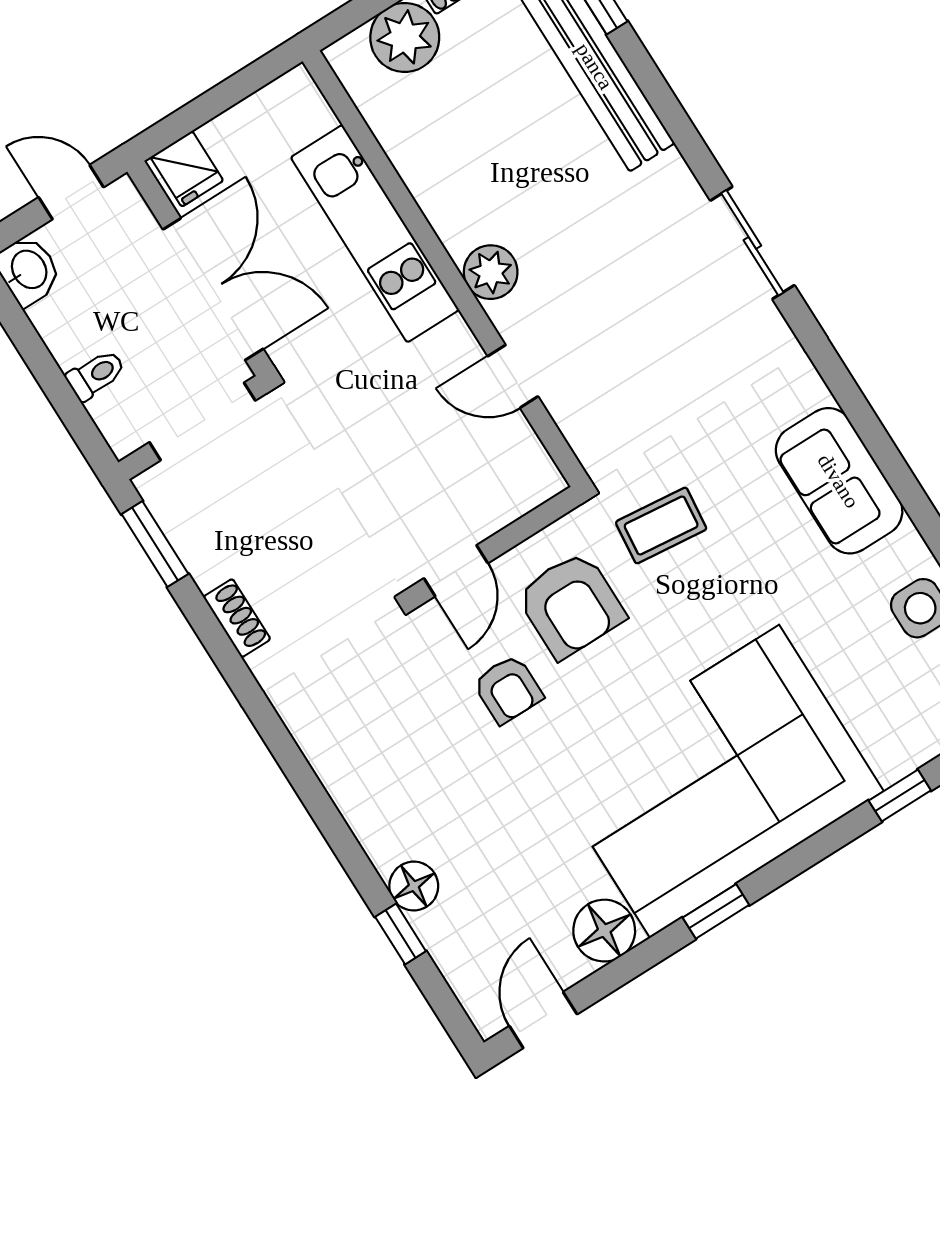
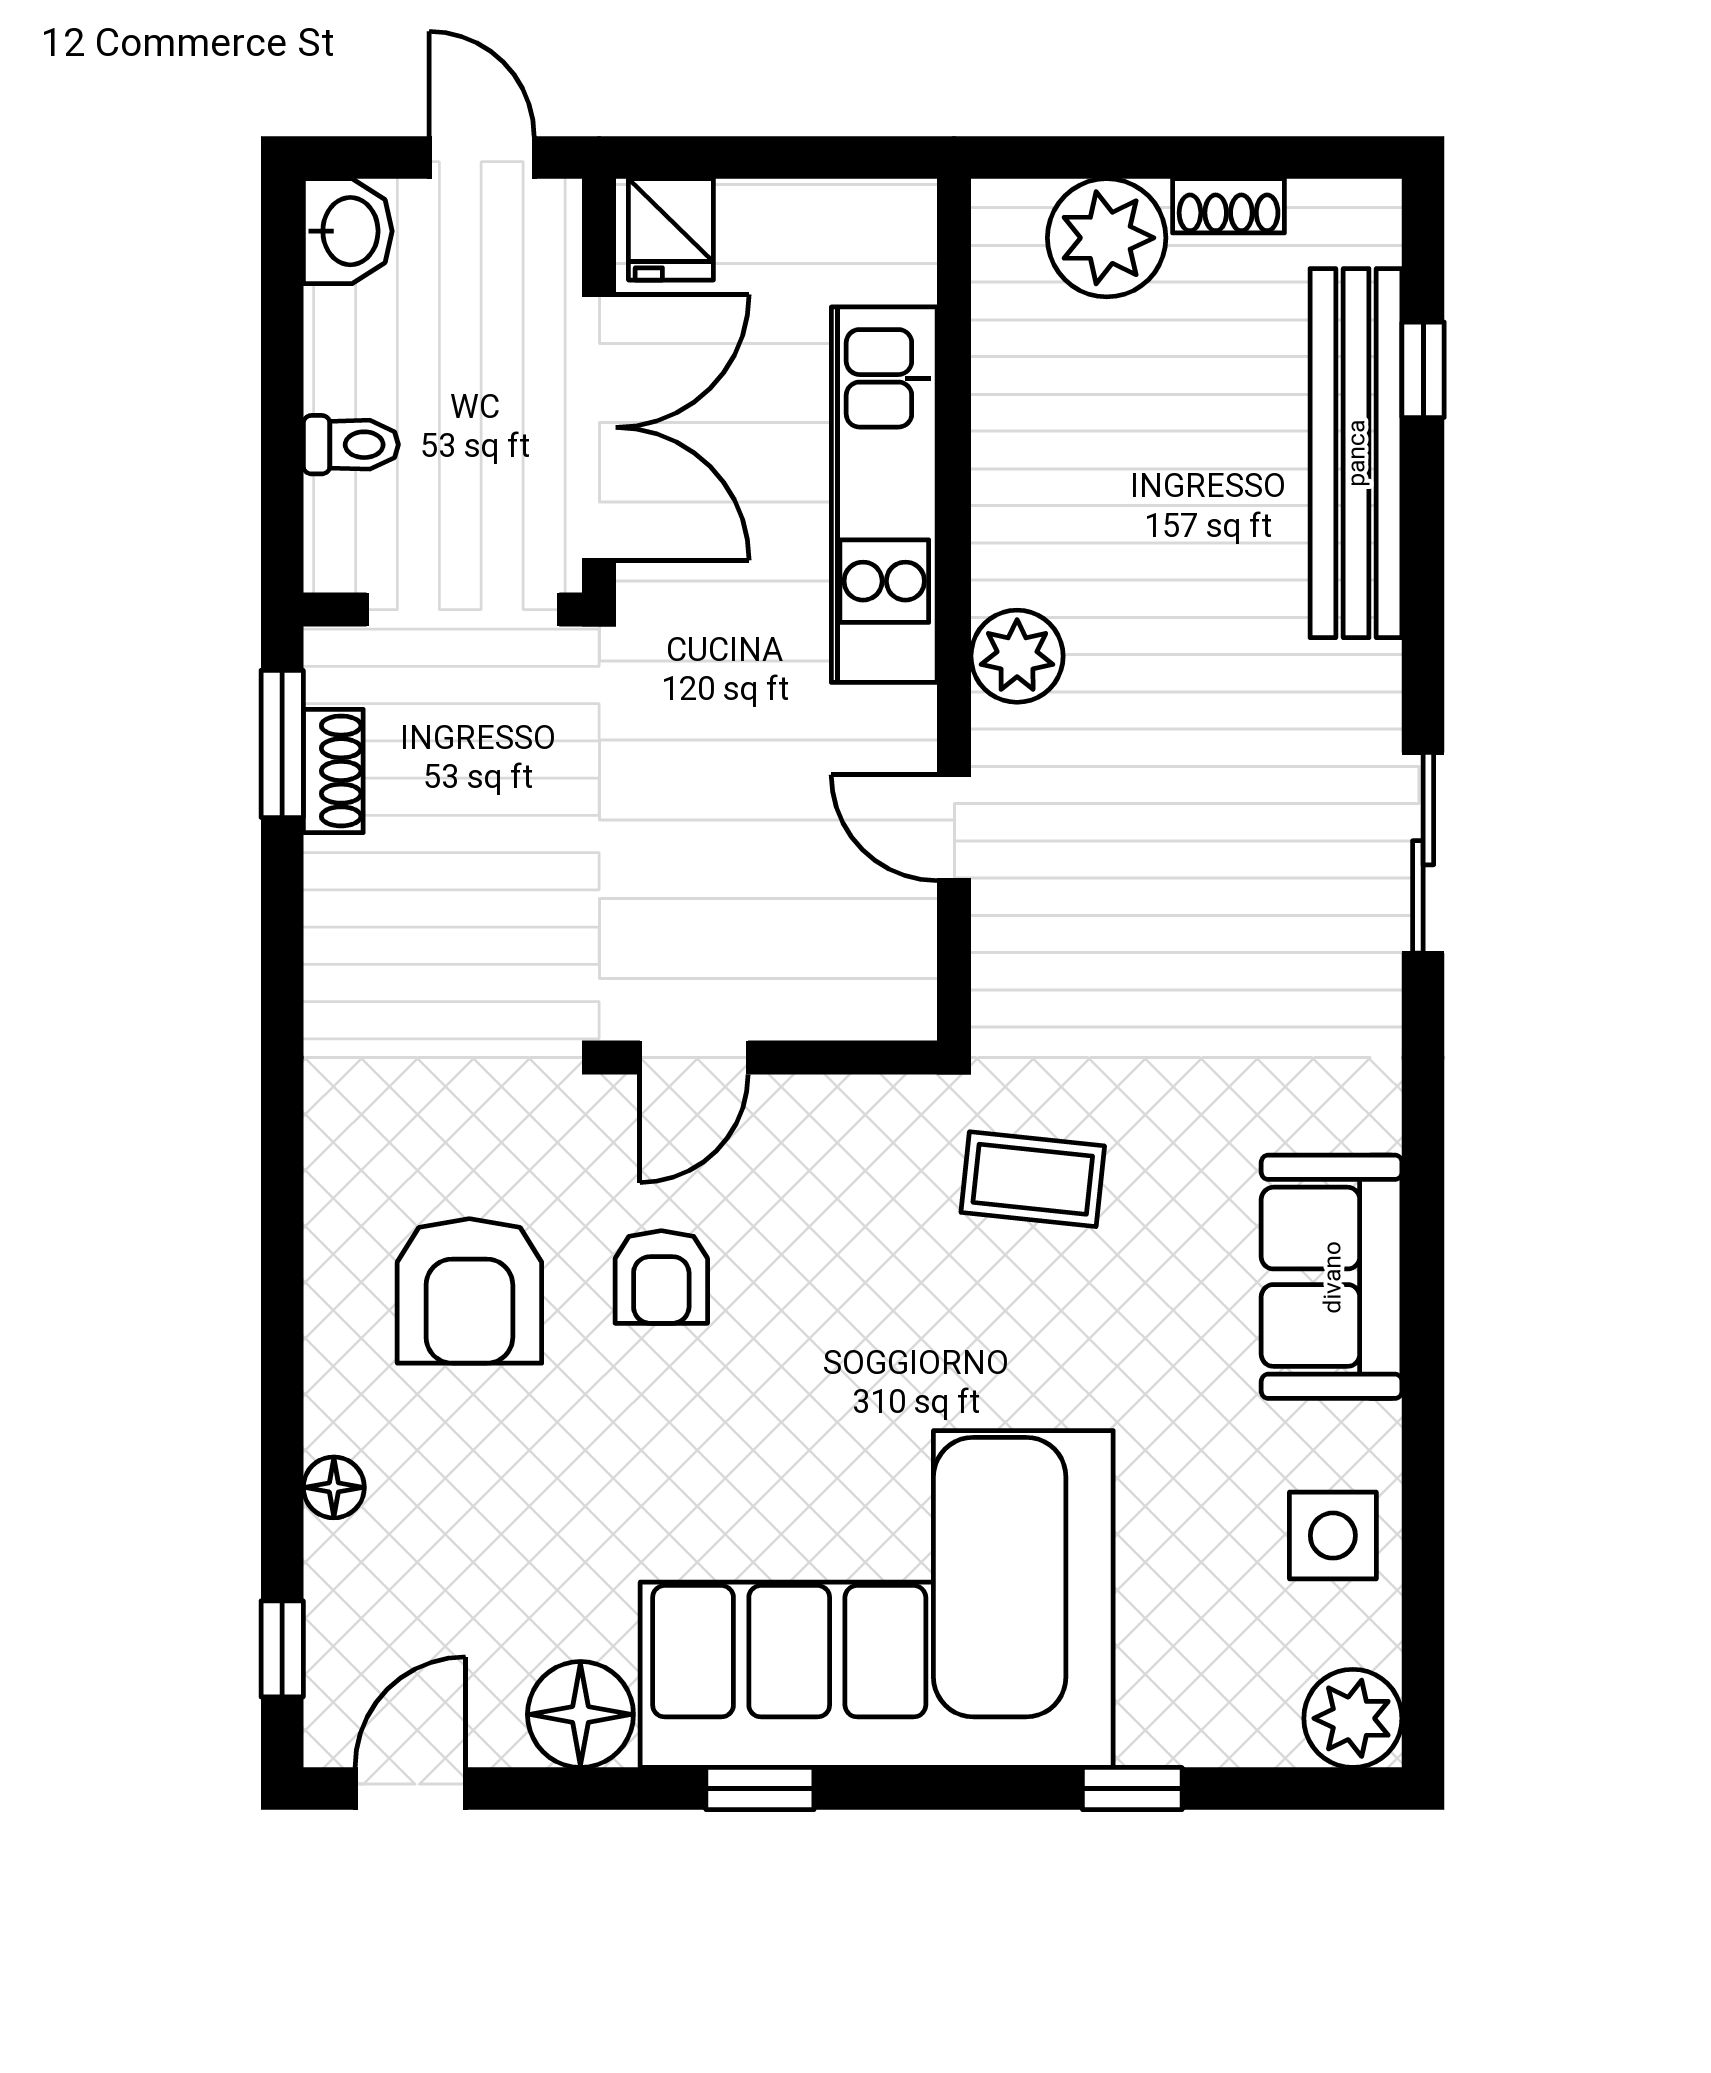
armchair: (571, 605) -> (469, 1291), moved
shoe rack: (237, 618) -> (333, 771), moved
floor lamp: (414, 886) -> (334, 1487), width x0.73, depth x0.73
window: (401, 934) -> (282, 1649), moved

